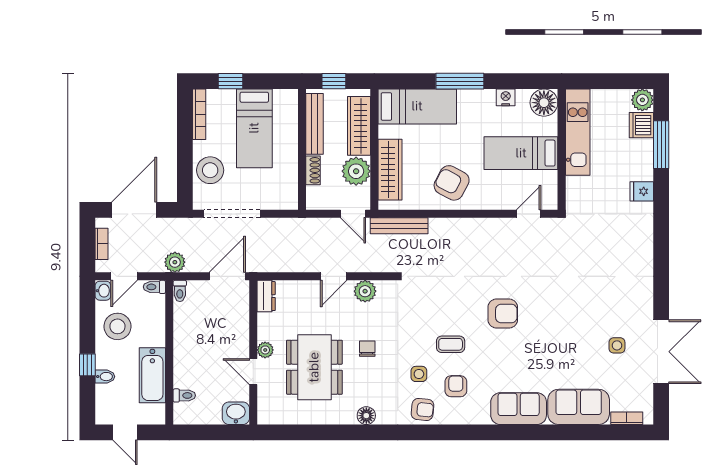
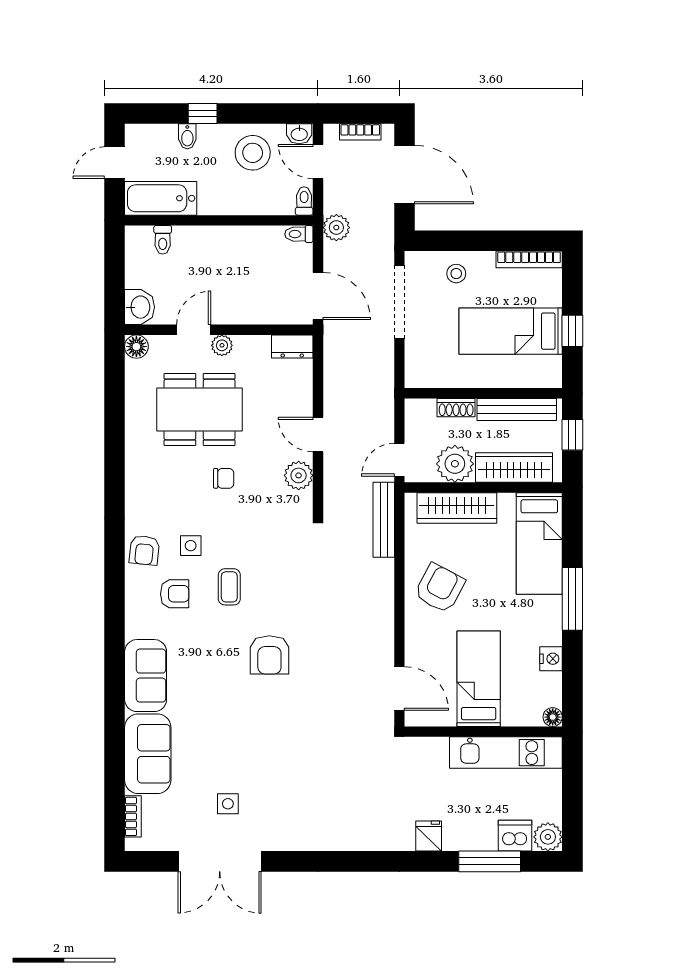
window: (230, 81) -> (572, 331), moved
floor lamp: (544, 103) -> (553, 717), width x0.53, depth x0.53
stool: (210, 170) -> (456, 274), width x0.53, depth x0.53
door: (529, 214) -> (399, 689), width x1.38
bathtub: (152, 375) -> (161, 198), moved
floor lamp: (366, 416) -> (136, 347), moved

